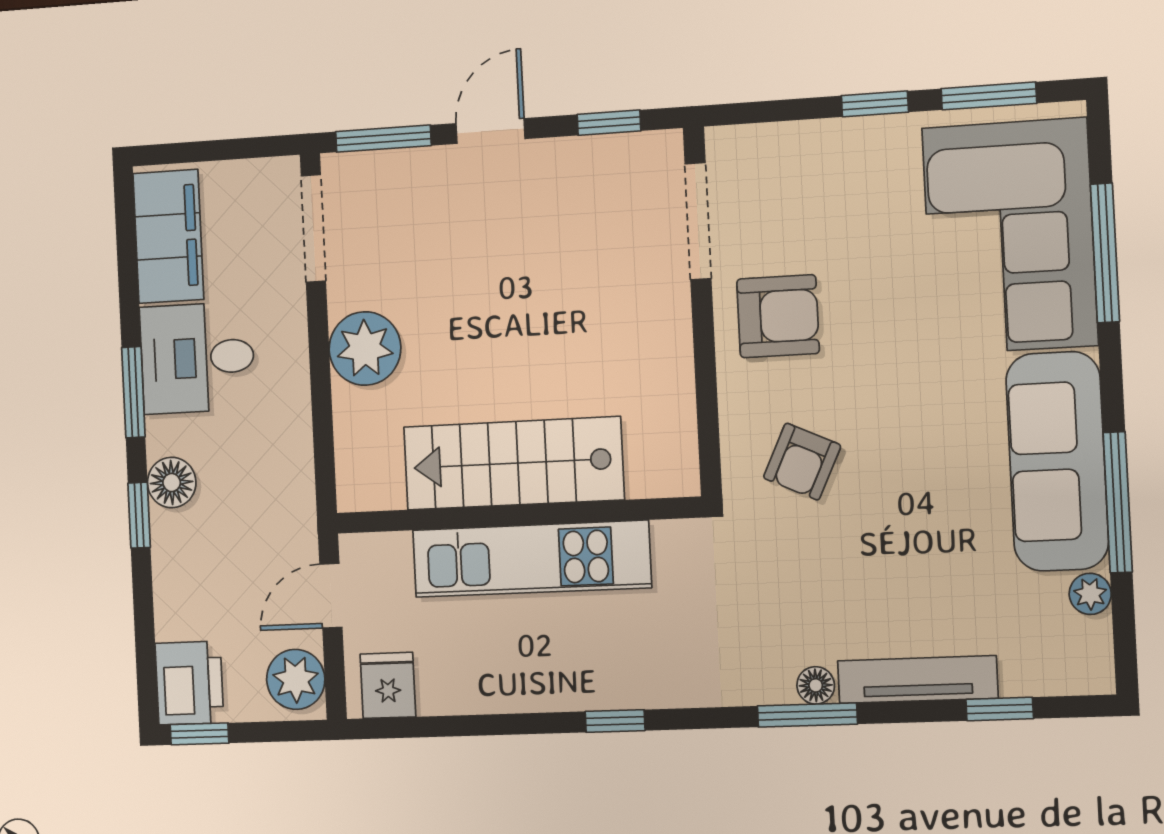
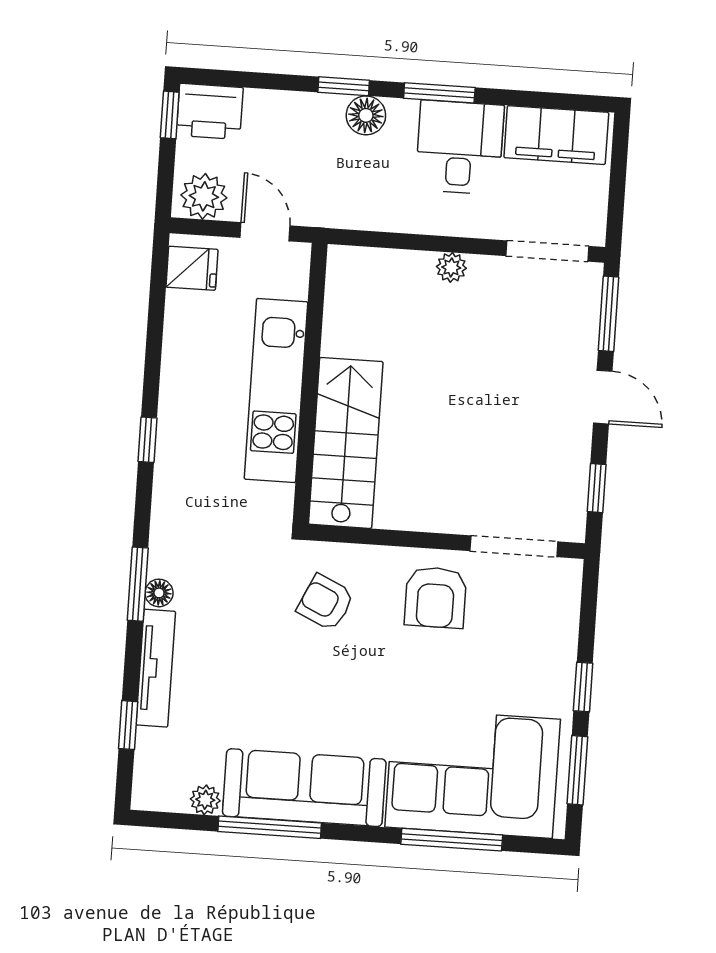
plant: (365, 348) -> (451, 267), width x0.53, depth x0.53
stairs: (513, 463) -> (346, 443), moved

